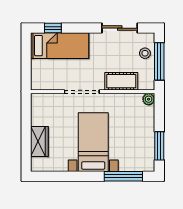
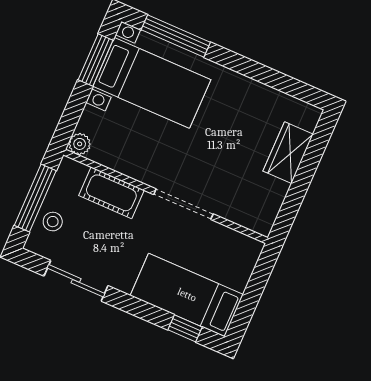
bed with nightstands: (93, 142) -> (152, 83), moved, turned -90

